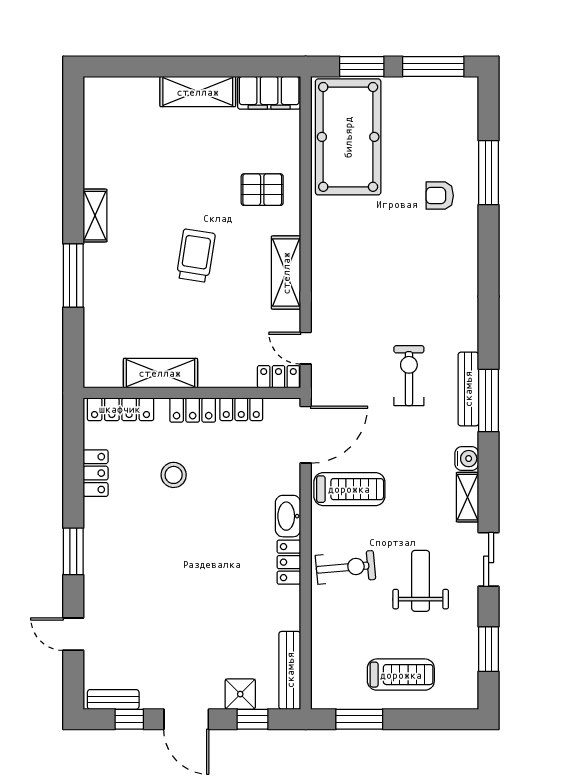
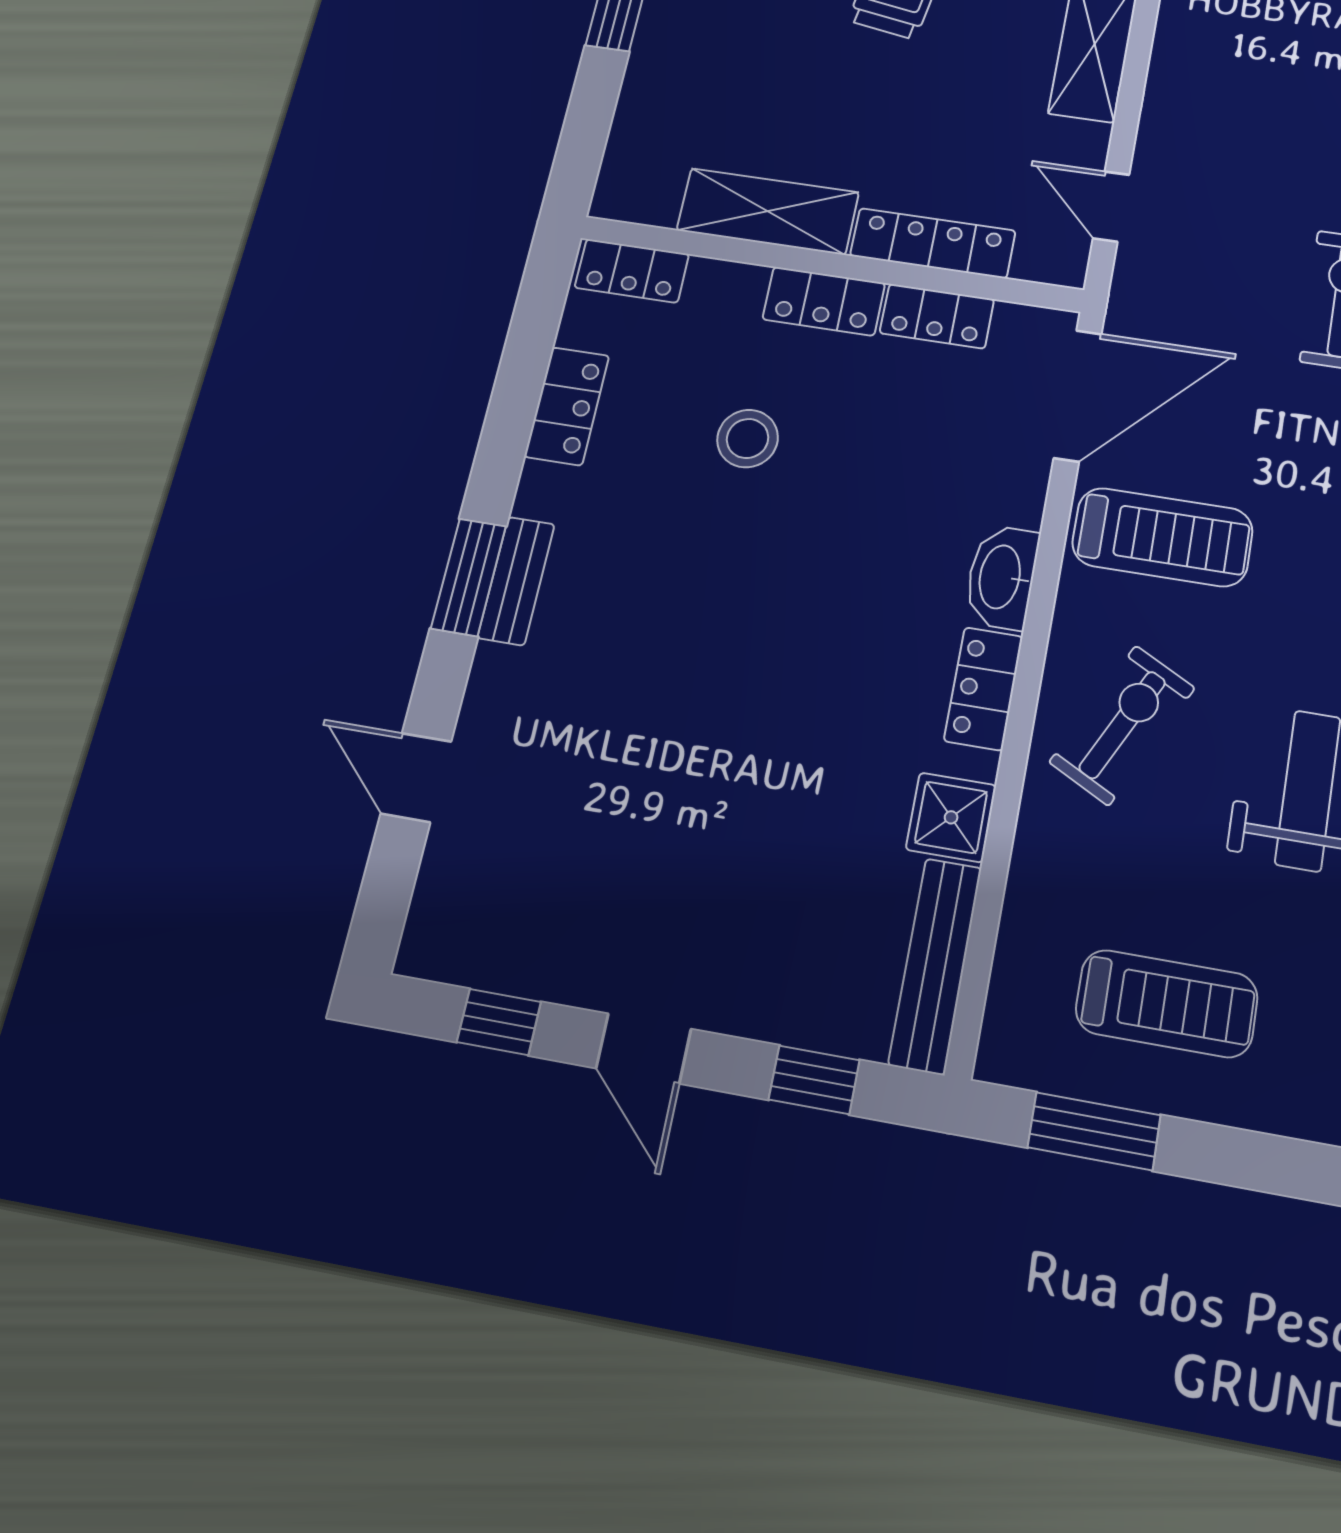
locker: (278, 377) -> (933, 243), moved, width x1.53
locker: (120, 409) -> (632, 271), width x0.66
exercise bike: (345, 567) -> (1122, 725), turned -58
treadmill: (401, 675) -> (1167, 1003), moved
shower: (240, 694) -> (951, 817), moved
bench: (113, 699) -> (516, 581), moved, turned 90
door: (186, 719) -> (644, 1049), width x0.73

